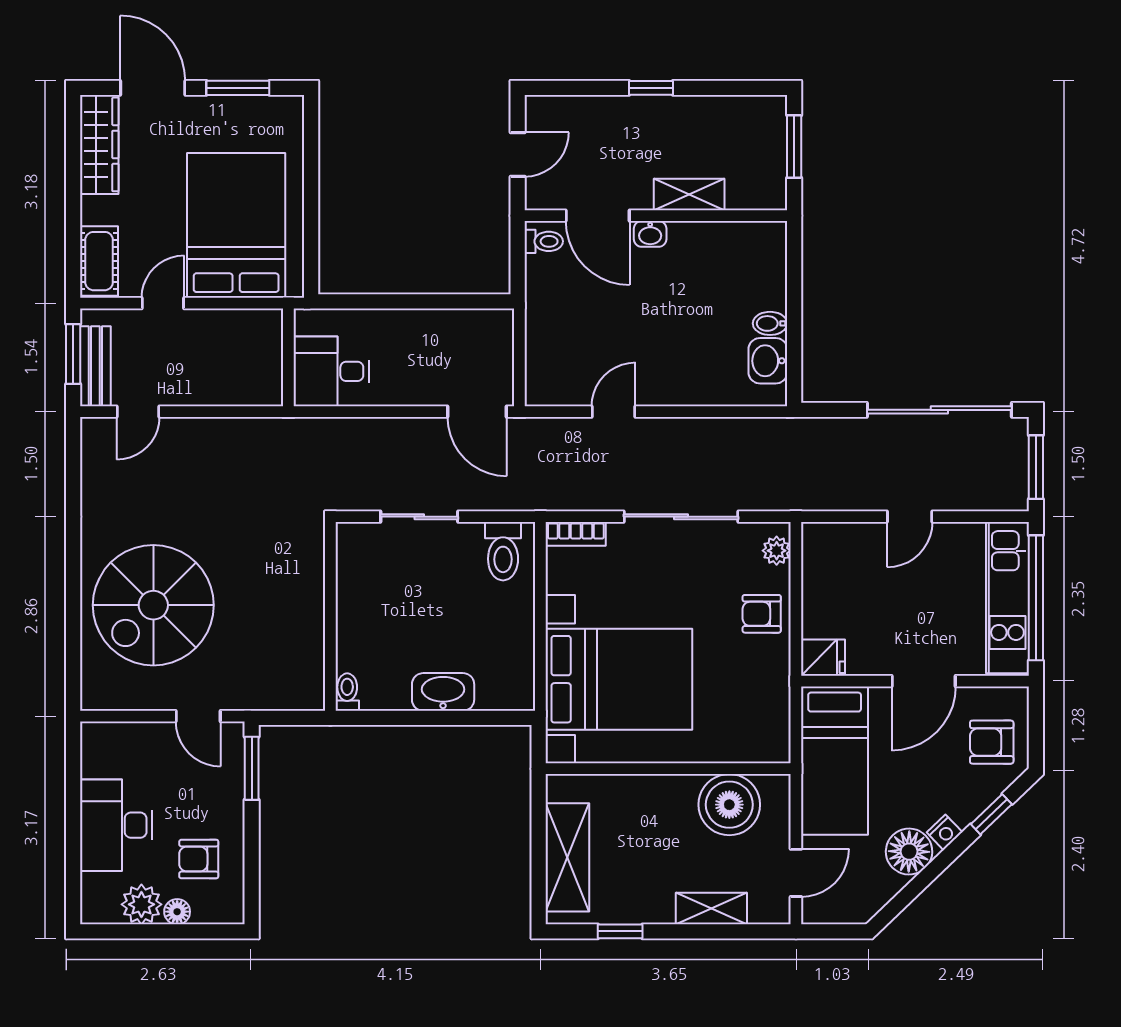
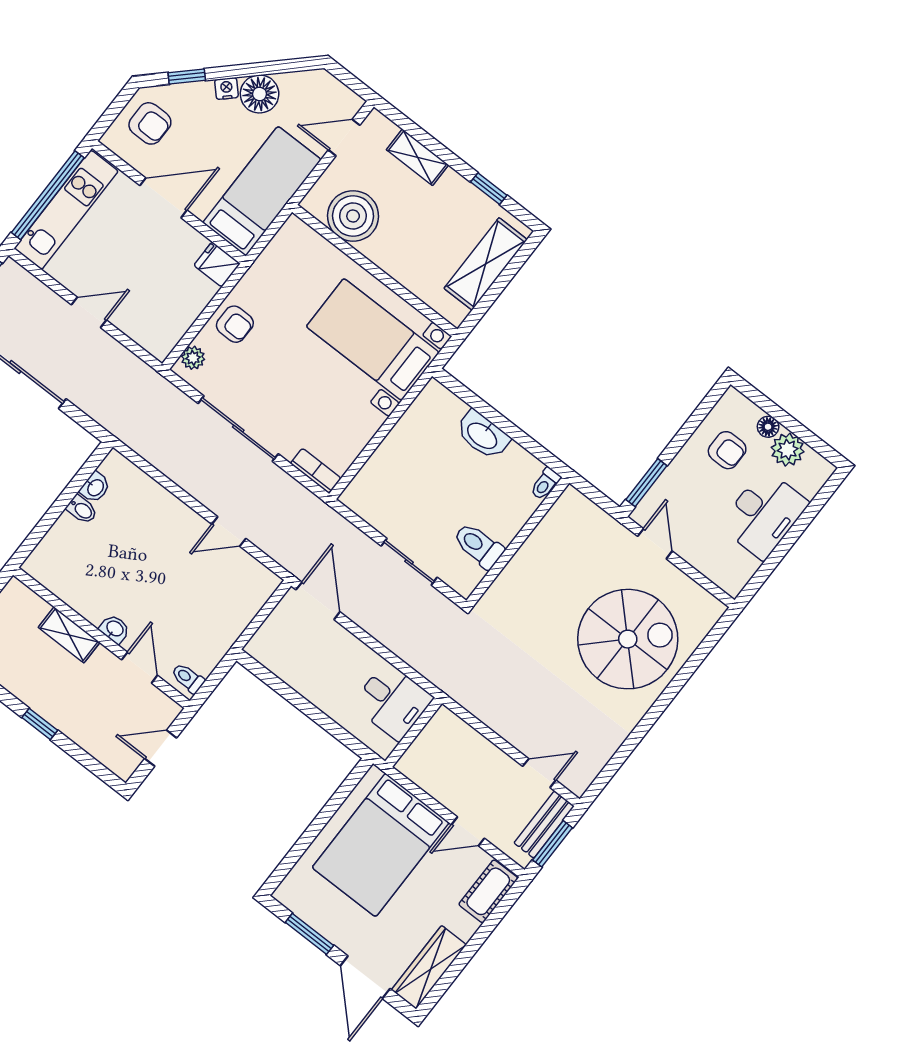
door: (598, 216) -> (140, 668), width x0.73
washbasin: (768, 361) -> (95, 487), width x0.72, depth x0.69
toilet: (503, 551) -> (479, 546), moved, turned -90
bed with nightstands: (619, 679) -> (373, 339), width x0.73

